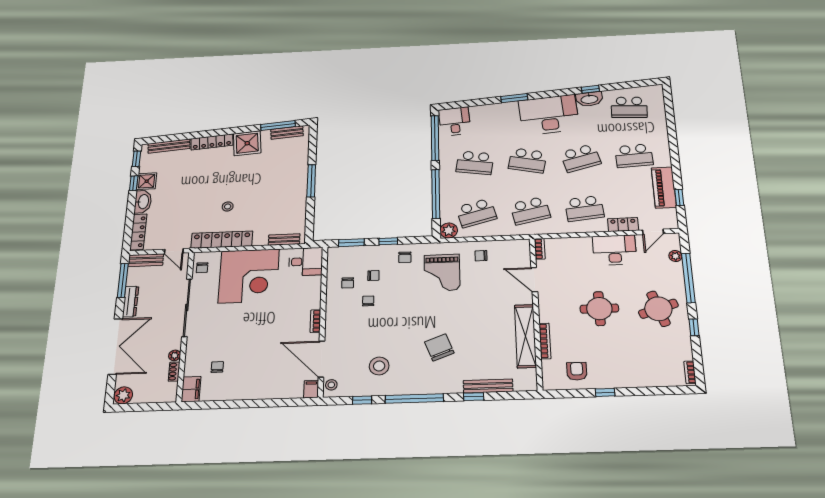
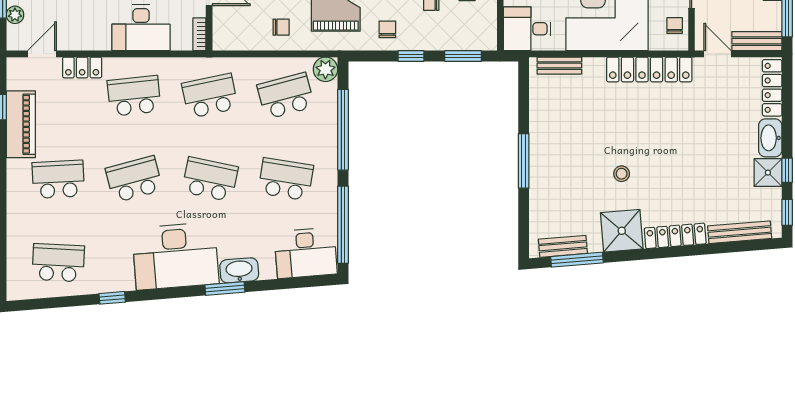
washbasin: (589, 99) -> (239, 270), moved
desk: (455, 121) -> (306, 253), width x1.37
stool: (228, 207) -> (622, 174), moved
desk: (615, 250) -> (141, 28), moved

